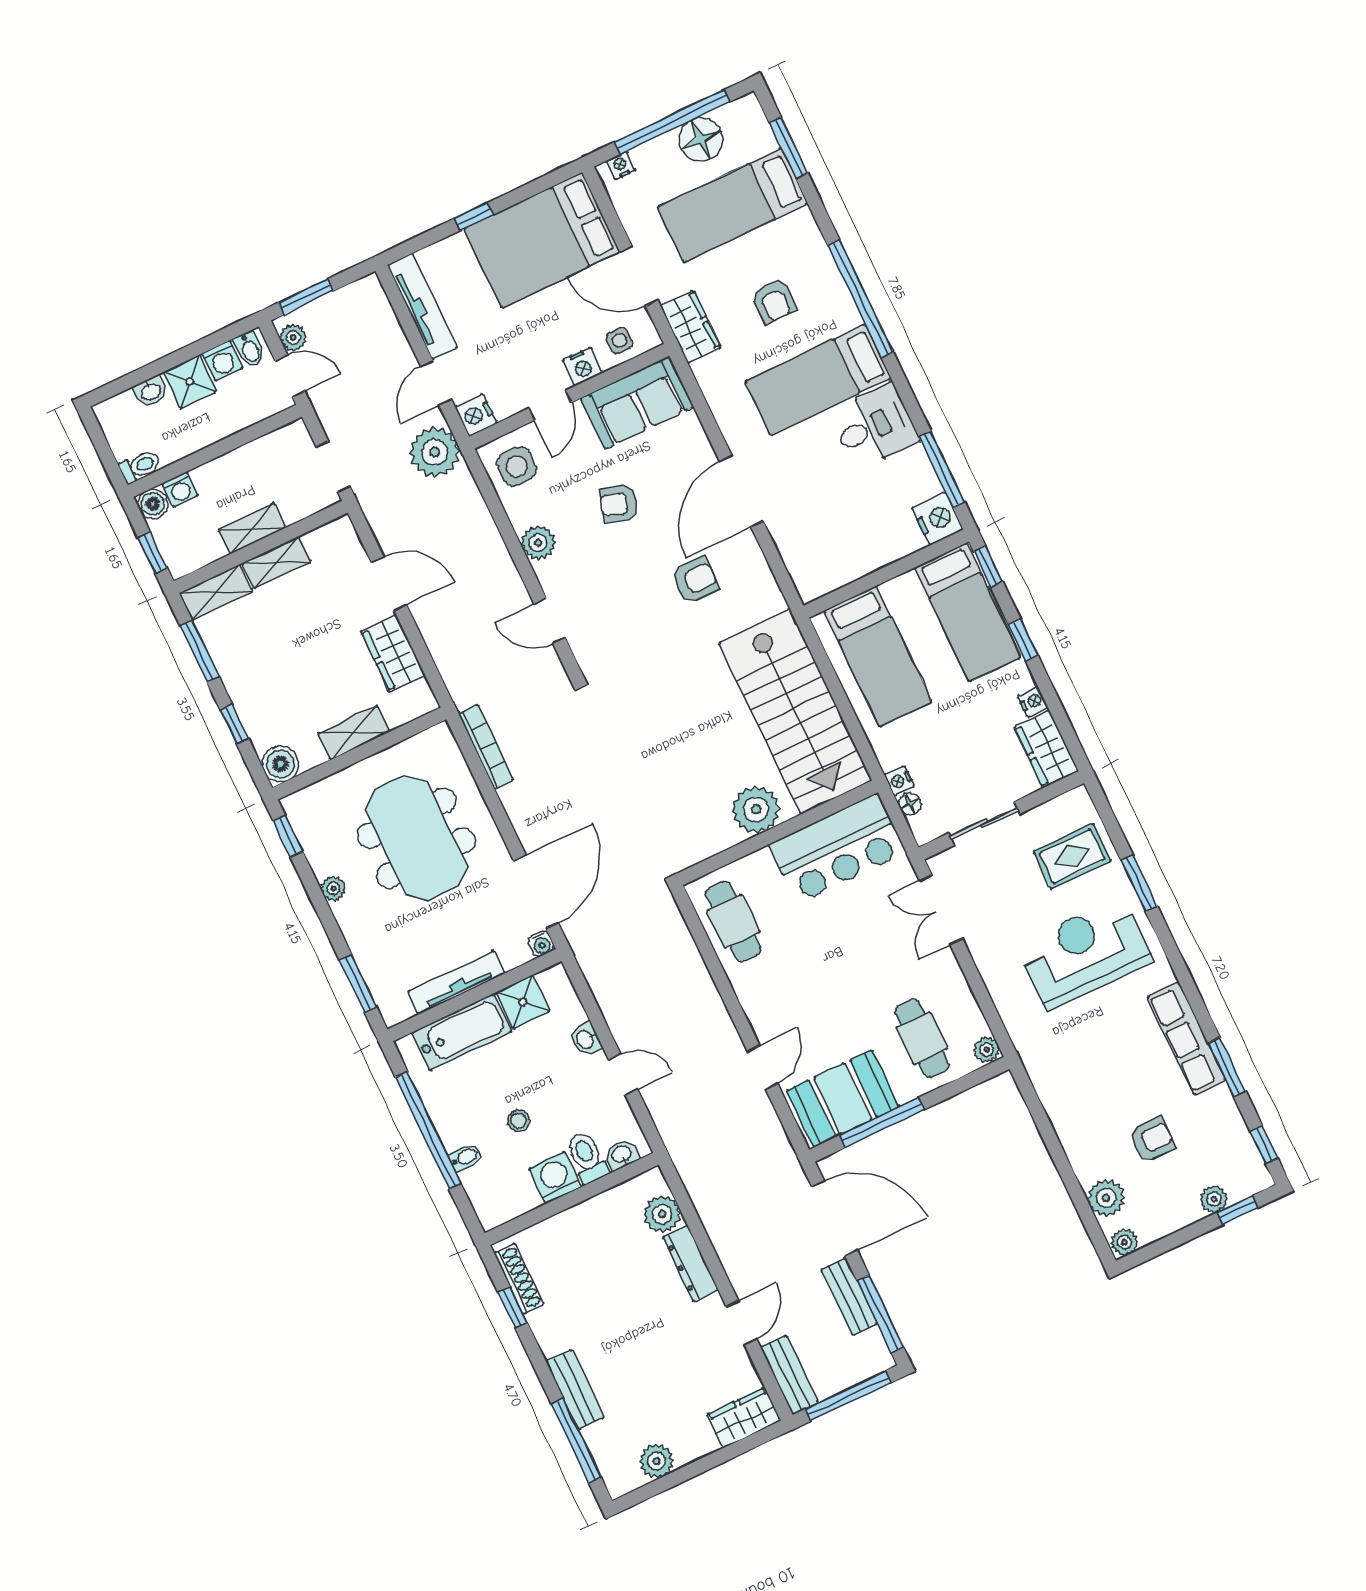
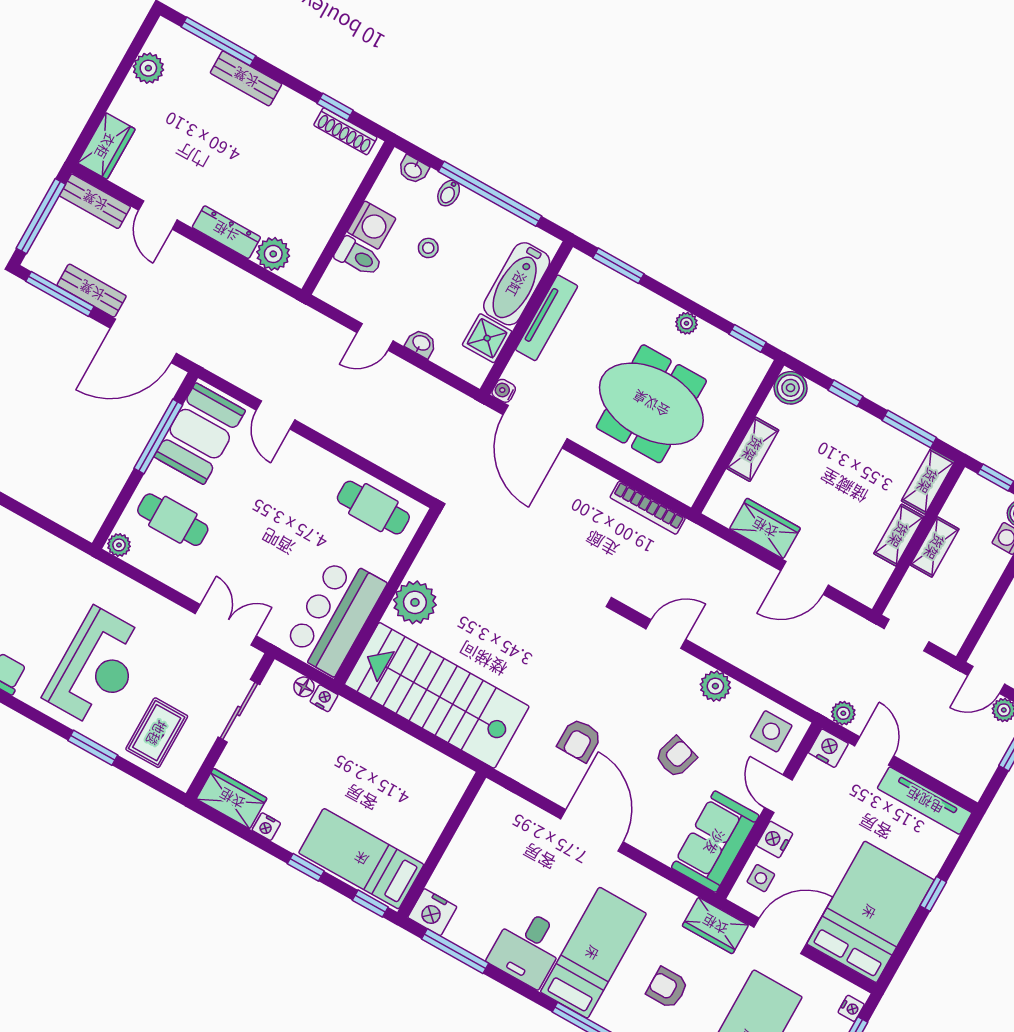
plant: (435, 452) -> (843, 713), width x0.53, depth x0.53
bed: (878, 656) -> (405, 779), removed
washbasin: (622, 1155) -> (413, 170), moved, turned 90

